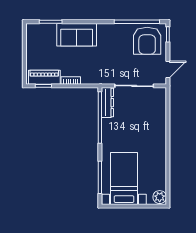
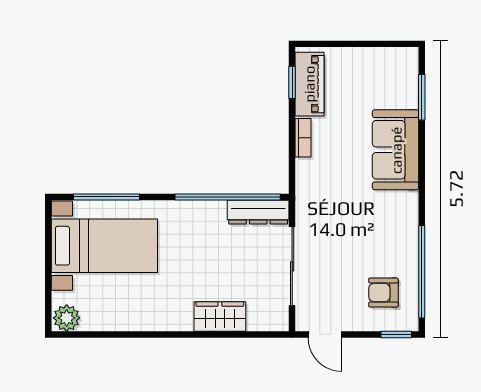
armchair: (147, 41) -> (383, 293), width x0.53, depth x0.53
wardrobe: (159, 121) -> (220, 316), added

